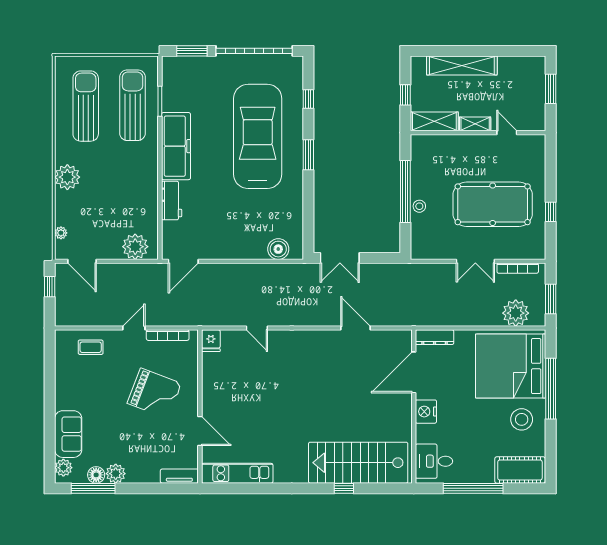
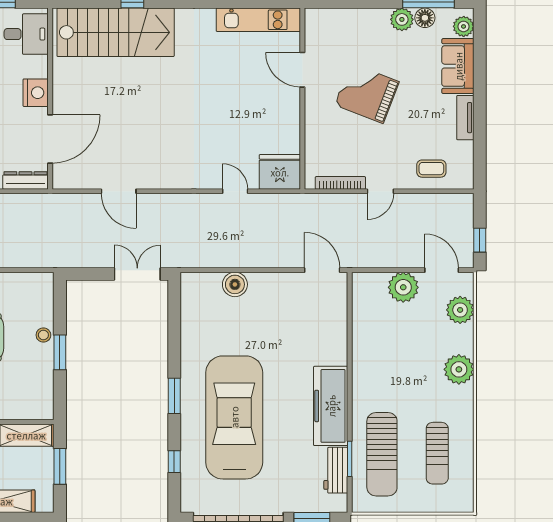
window: (405, 95) -> (60, 466), width x1.50
sun lounger: (86, 106) -> (437, 453), width x0.73, depth x0.75
car: (258, 136) -> (234, 417), turned 180
window: (405, 192) -> (60, 352), width x0.47
workbench: (172, 201) -> (336, 470), moved
plant: (61, 233) -> (460, 310), width x1.88, depth x1.88
plant: (135, 247) -> (403, 287), moved
boiler: (278, 249) -> (235, 284), moved
door: (183, 261) -> (322, 270), hinge flipped
fridge: (211, 341) -> (280, 172), width x1.88, depth x1.34
grand piano: (154, 393) -> (367, 93), moved
tv unit: (179, 476) -> (465, 118), moved, turned 90

